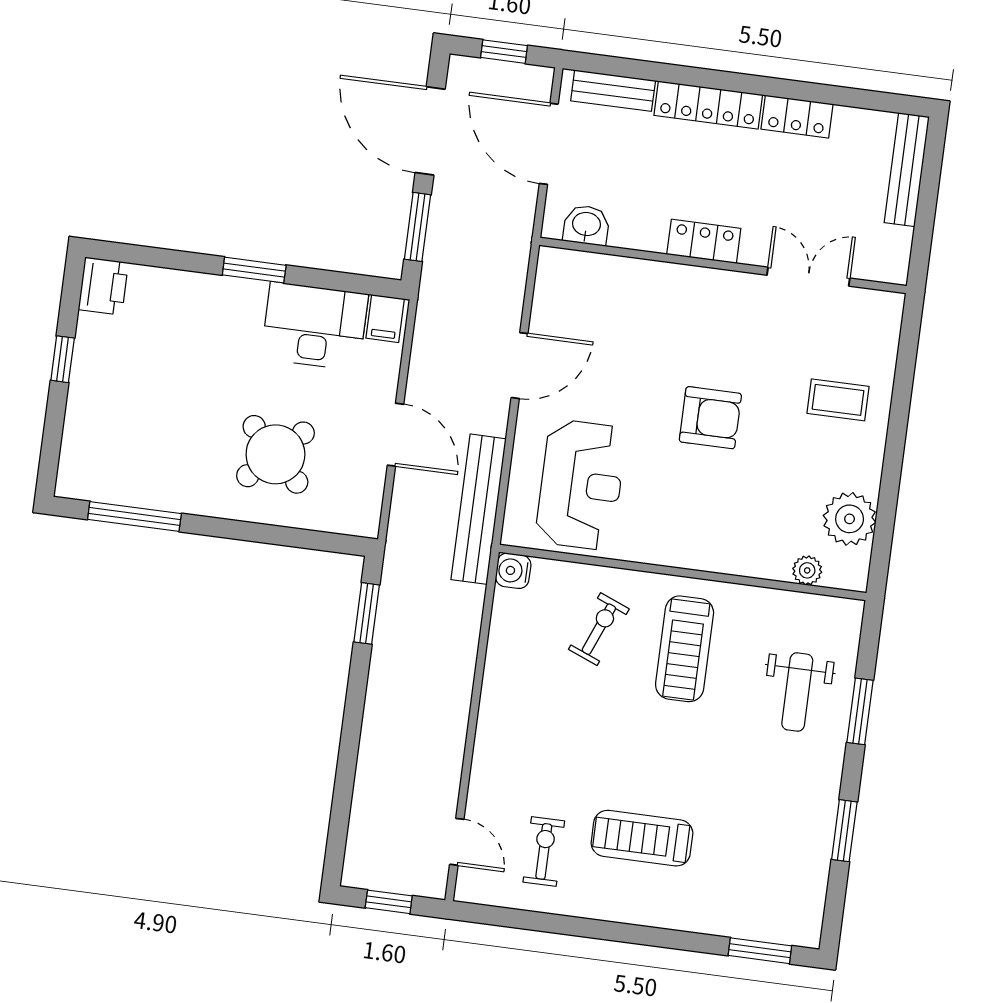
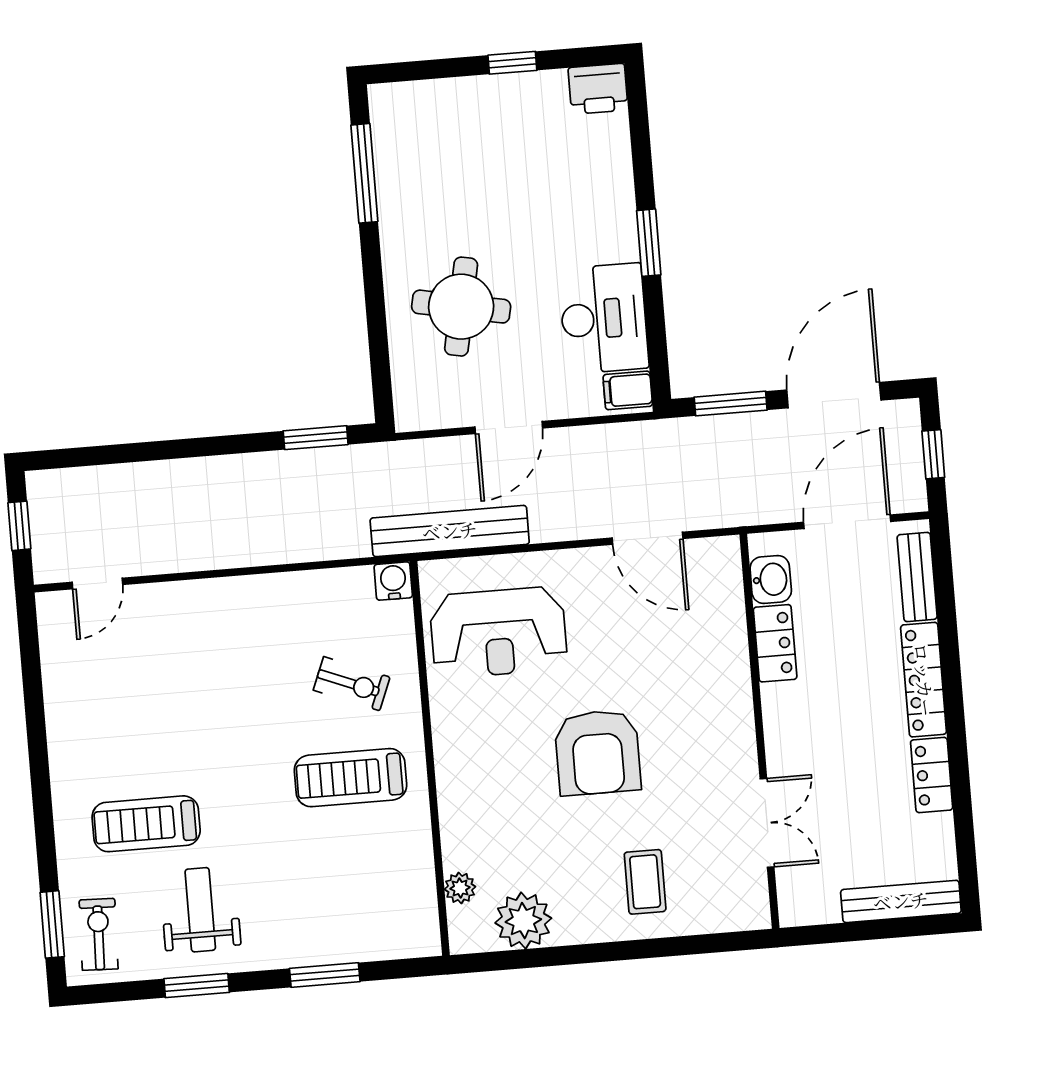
locker: (704, 241) -> (775, 643), moved
door: (520, 366) -> (648, 538), moved
armchair: (710, 418) -> (598, 752), width x1.36, depth x1.36
round table: (275, 454) -> (461, 307), turned -34
weight bench: (797, 692) -> (200, 910), moved, turned 90
treadmill: (642, 838) -> (146, 824), moved, turned -90
exercise bike: (544, 851) -> (99, 934), moved, turned -88

